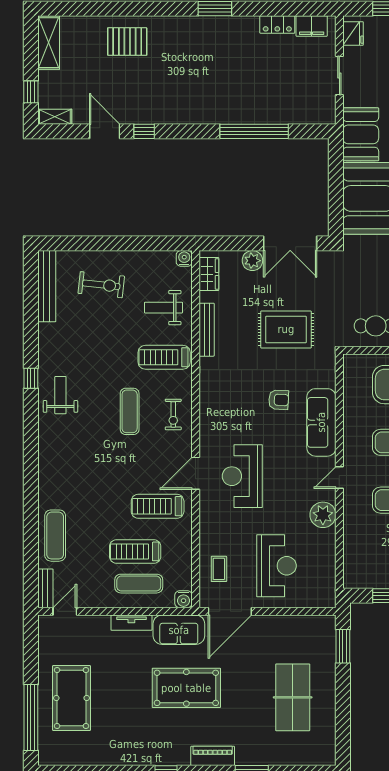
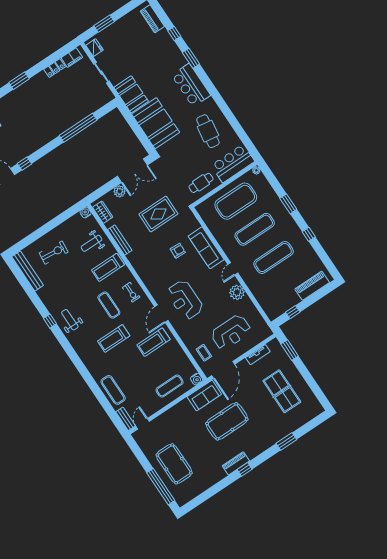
treadmill: (135, 551) -> (114, 338), moved
reception desk: (277, 566) -> (231, 332), turned 90
tv unit: (131, 623) -> (258, 355), moved
piano: (213, 756) -> (236, 463), moved

